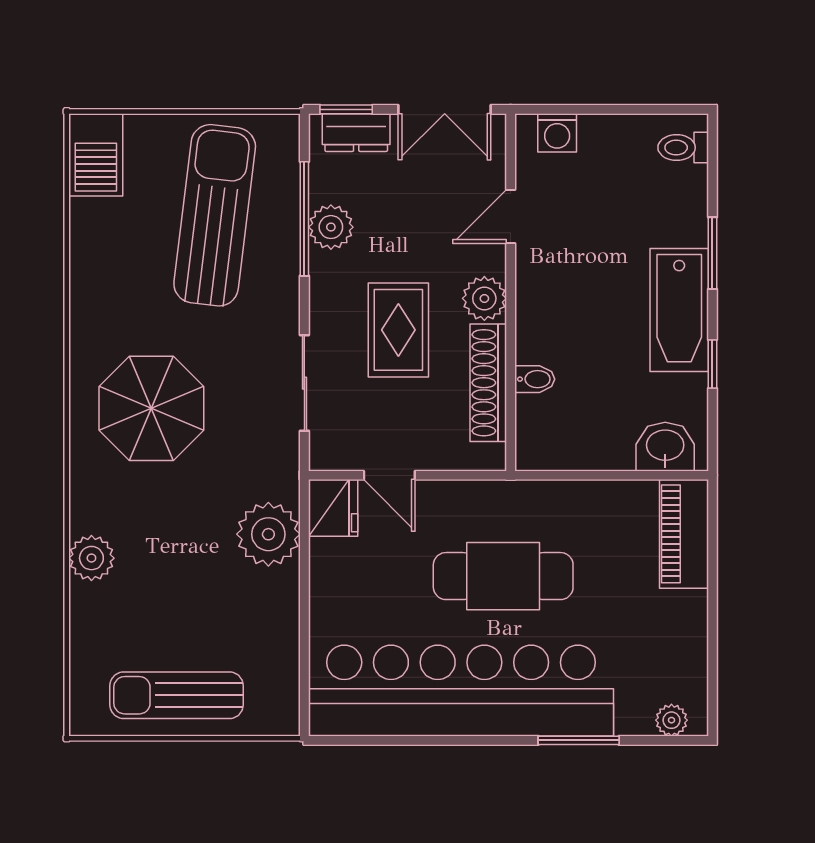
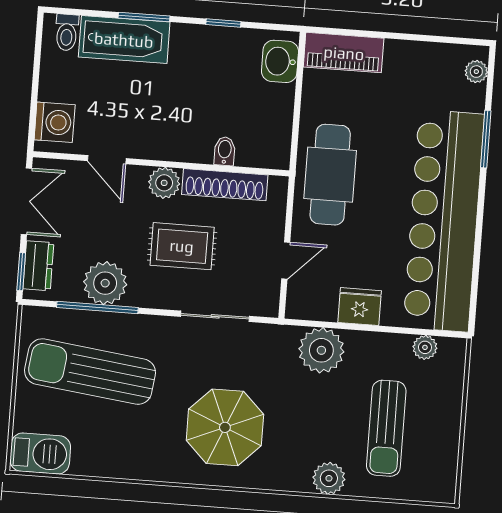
washing machine: (557, 133) -> (55, 122), width x1.38, depth x1.38
plant: (331, 227) -> (105, 283), width x1.36, depth x1.36
bathtub: (679, 310) -> (124, 40), moved
fridge: (333, 508) -> (360, 307), moved
cafe table: (503, 576) -> (330, 175), moved
plant: (283, 678) -> (425, 347), added
sun lounger: (177, 695) -> (386, 428), moved

